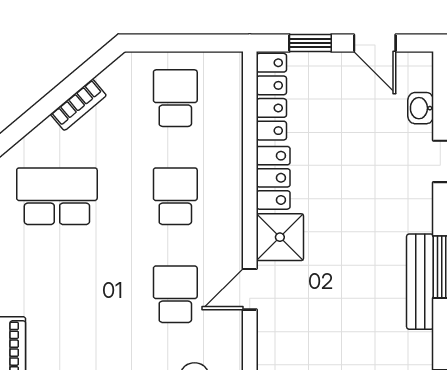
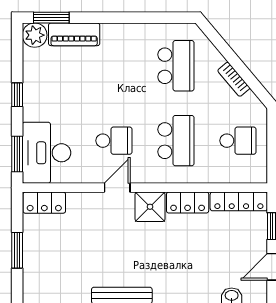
school desk: (175, 196) -> (176, 141), width x1.85
door: (250, 289) -> (117, 188), hinge flipped

